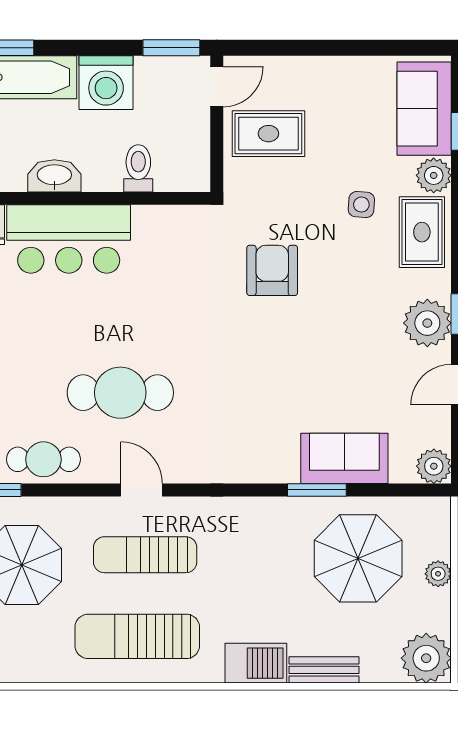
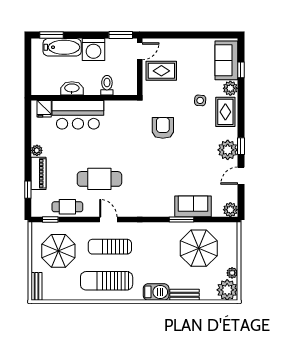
plant: (438, 574) -> (232, 273), moved

